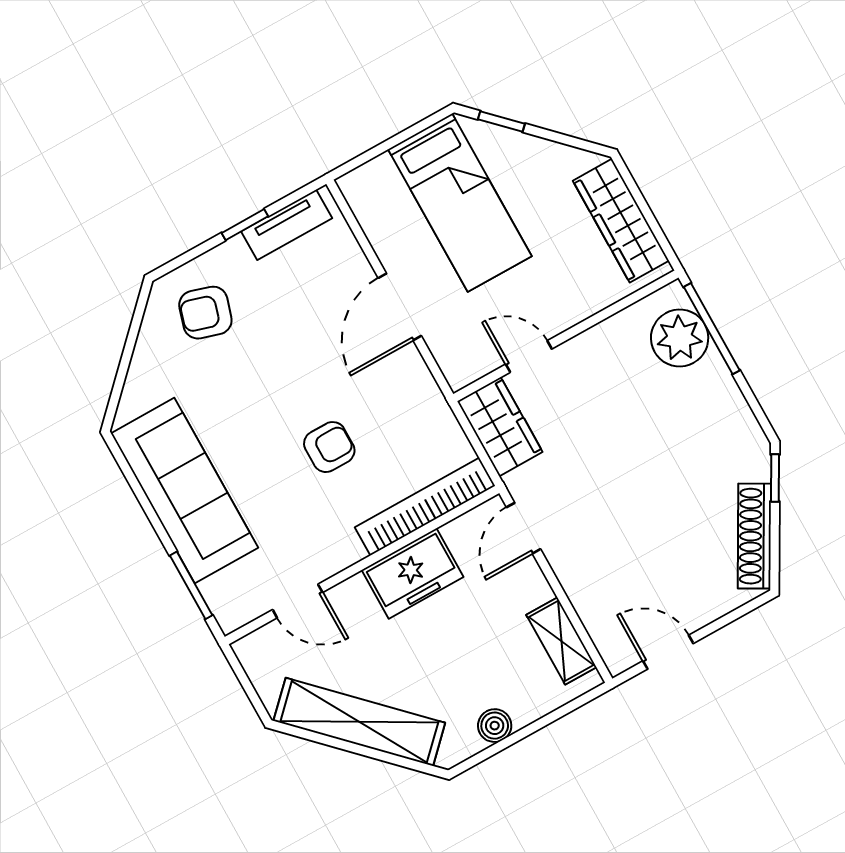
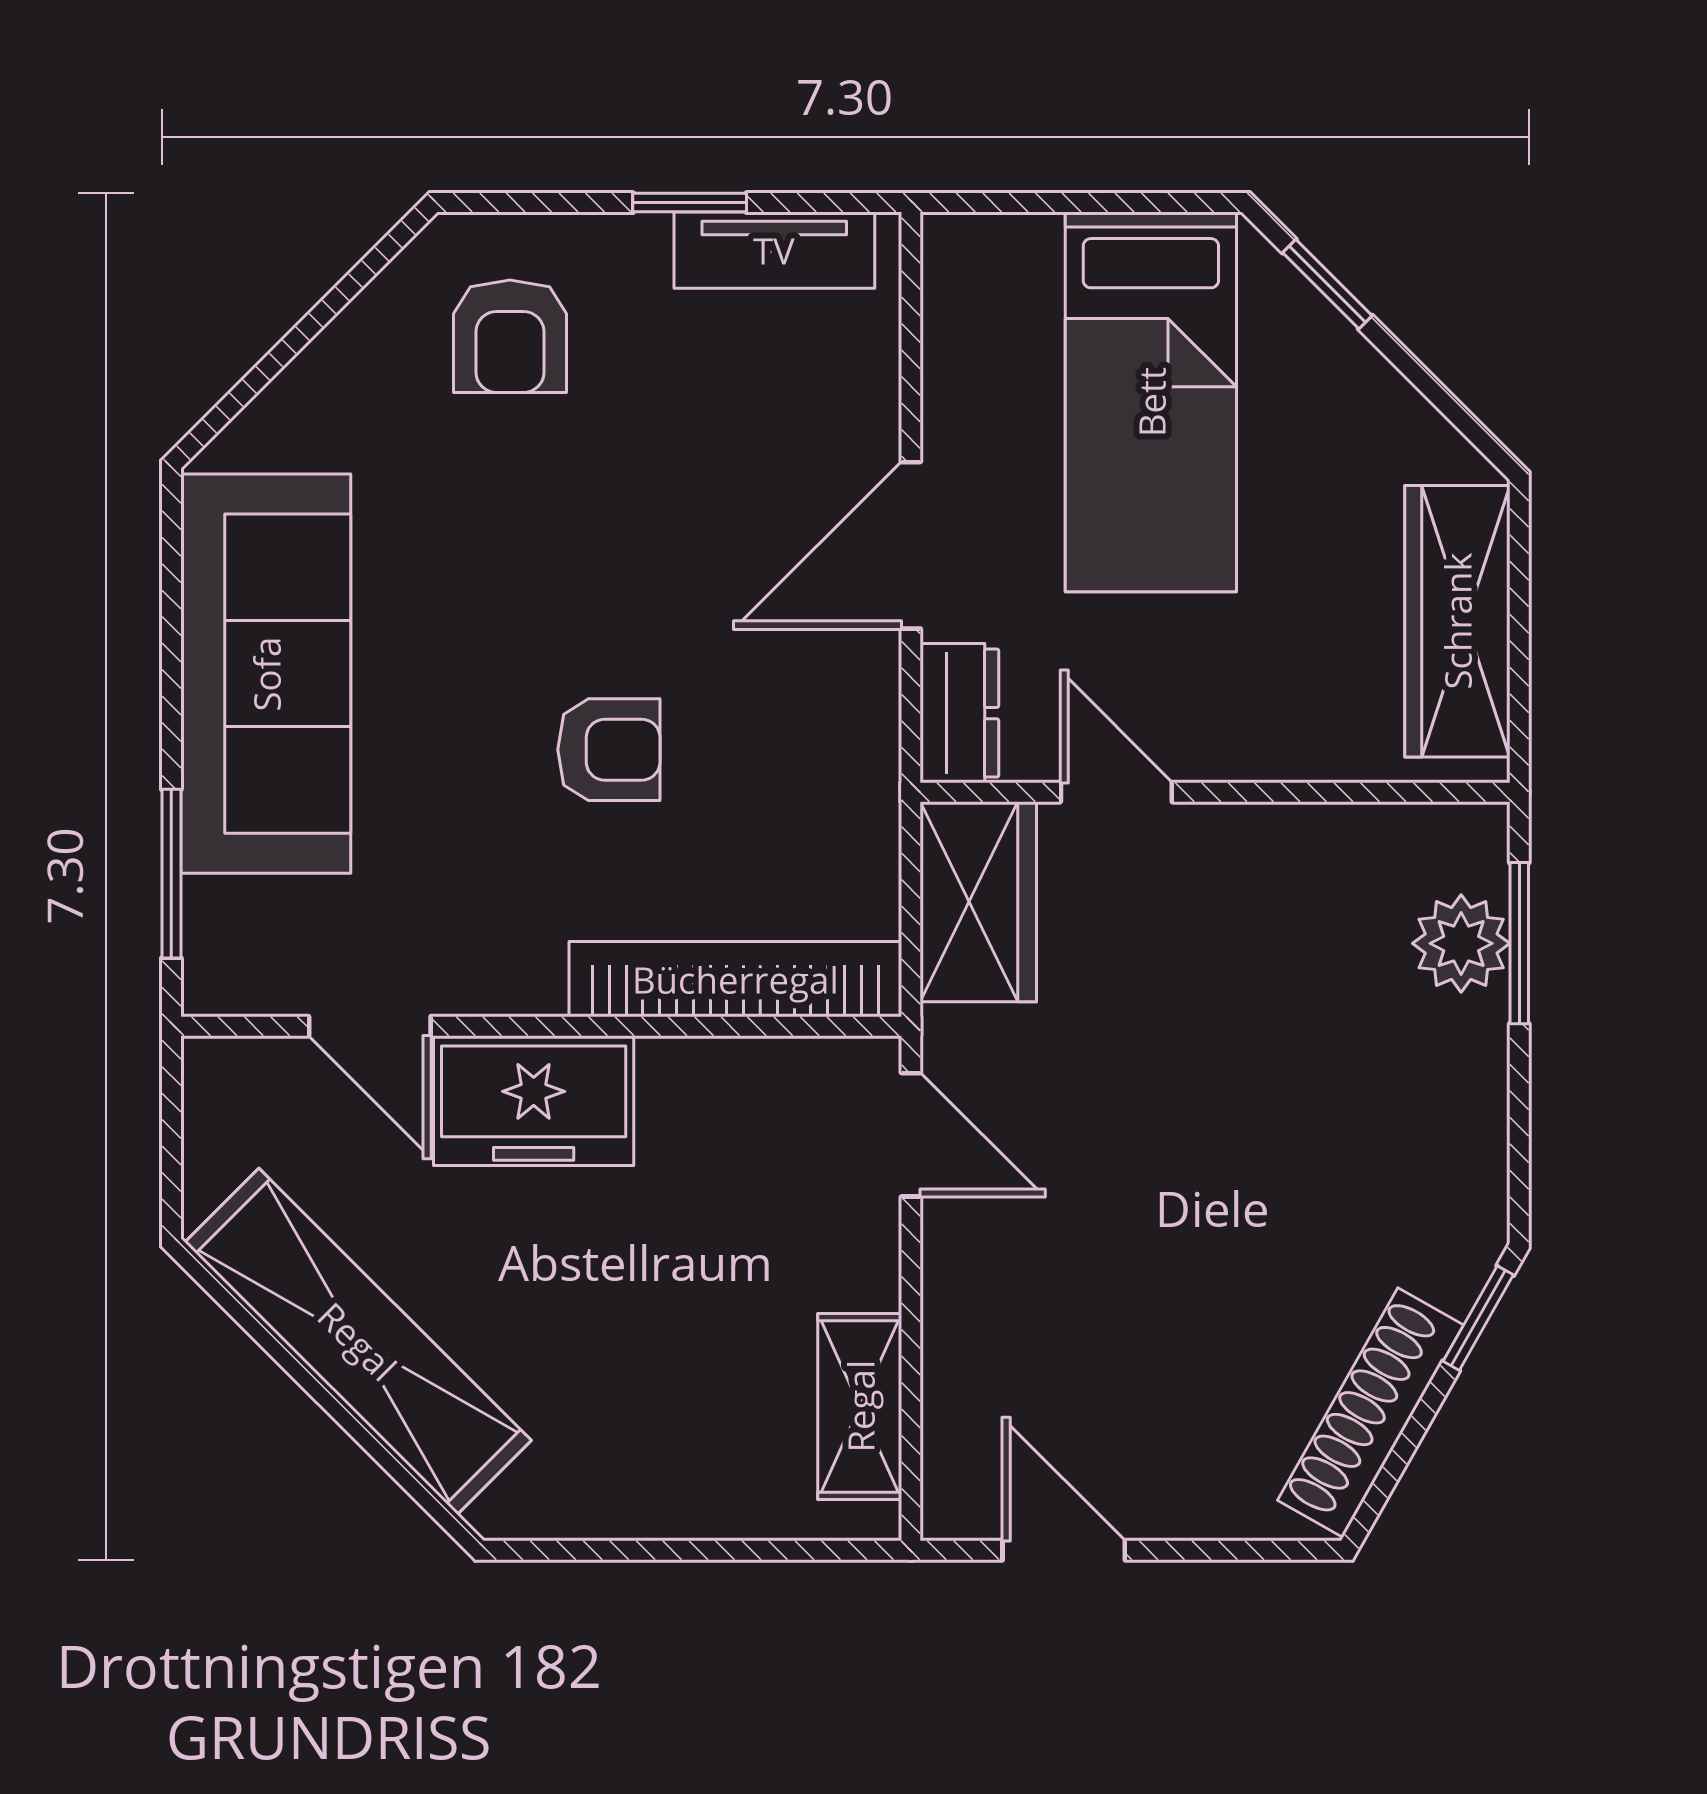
armchair: (205, 313) -> (510, 336), turned -107
window: (712, 329) -> (1519, 943), width x0.69
plant: (680, 338) -> (1461, 943), width x0.73, depth x0.73
dresser: (453, 360) -> (959, 713), added
door: (524, 528) -> (911, 1135), swing flipped
freezer: (413, 573) -> (534, 1101), moved
boiler: (495, 726) -> (628, 1503), removed

